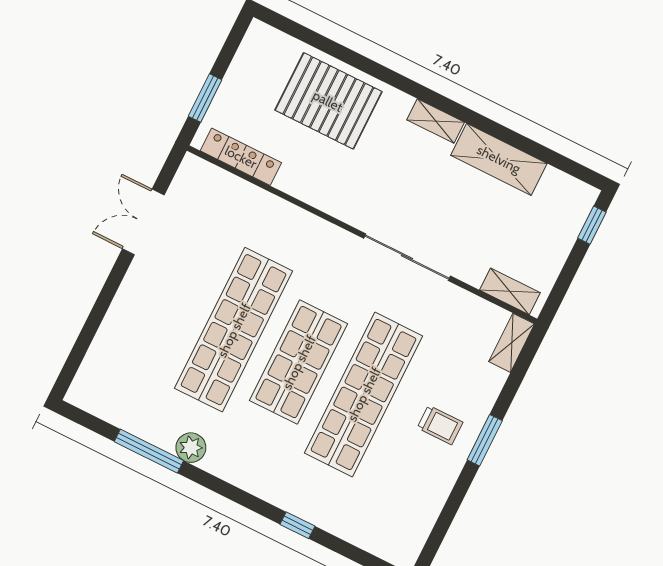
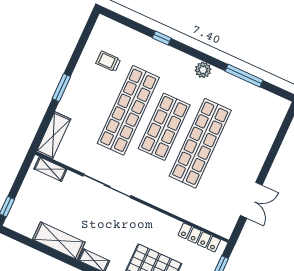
shelving: (512, 343) -> (54, 135), width x1.50, depth x1.33
trolley: (440, 425) -> (108, 61), moved
plant: (191, 448) -> (203, 70), moved

